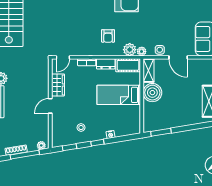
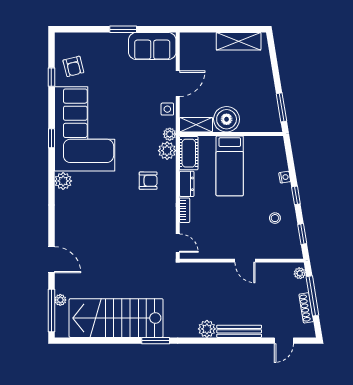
wardrobe: (58, 85) -> (216, 250), removed

